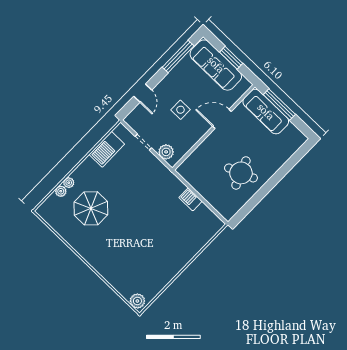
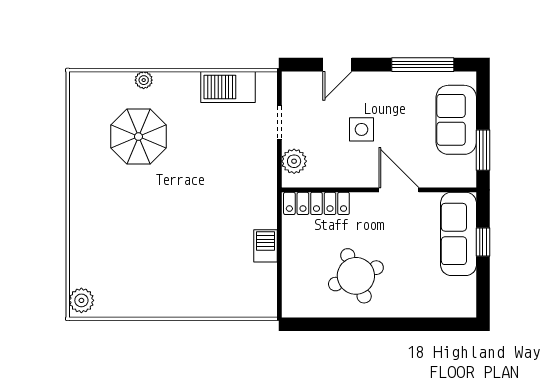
window: (231, 58) -> (483, 150), moved
sofa: (216, 65) -> (456, 120), width x0.73
window: (279, 104) -> (483, 242), width x0.46
locker: (194, 160) -> (316, 203), added
plant: (61, 191) -> (124, 80), removed

